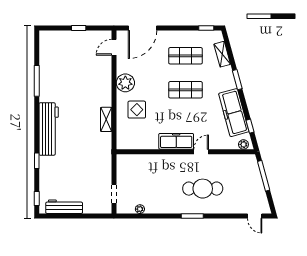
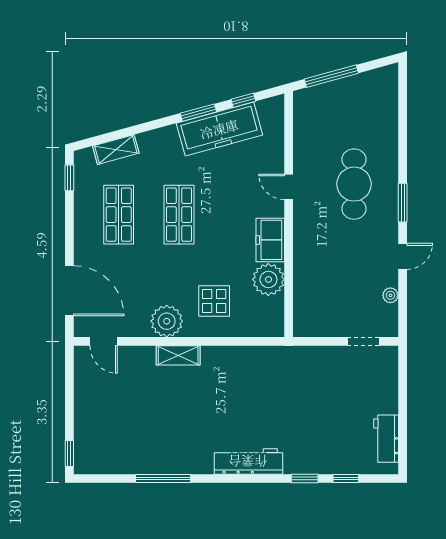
window: (79, 28) -> (69, 454), moved
window: (237, 80) -> (198, 113), moved
shelving: (106, 119) -> (178, 355), moved
workbench: (49, 129) -> (248, 461), width x0.73, depth x0.76
freezer: (176, 141) -> (270, 240), width x0.71
plant: (243, 144) -> (268, 279), moved, width x1.87, depth x1.87
window: (37, 198) -> (346, 478), moved
workbench: (64, 207) -> (386, 439), width x0.73
door: (255, 216) -> (403, 256), moved

